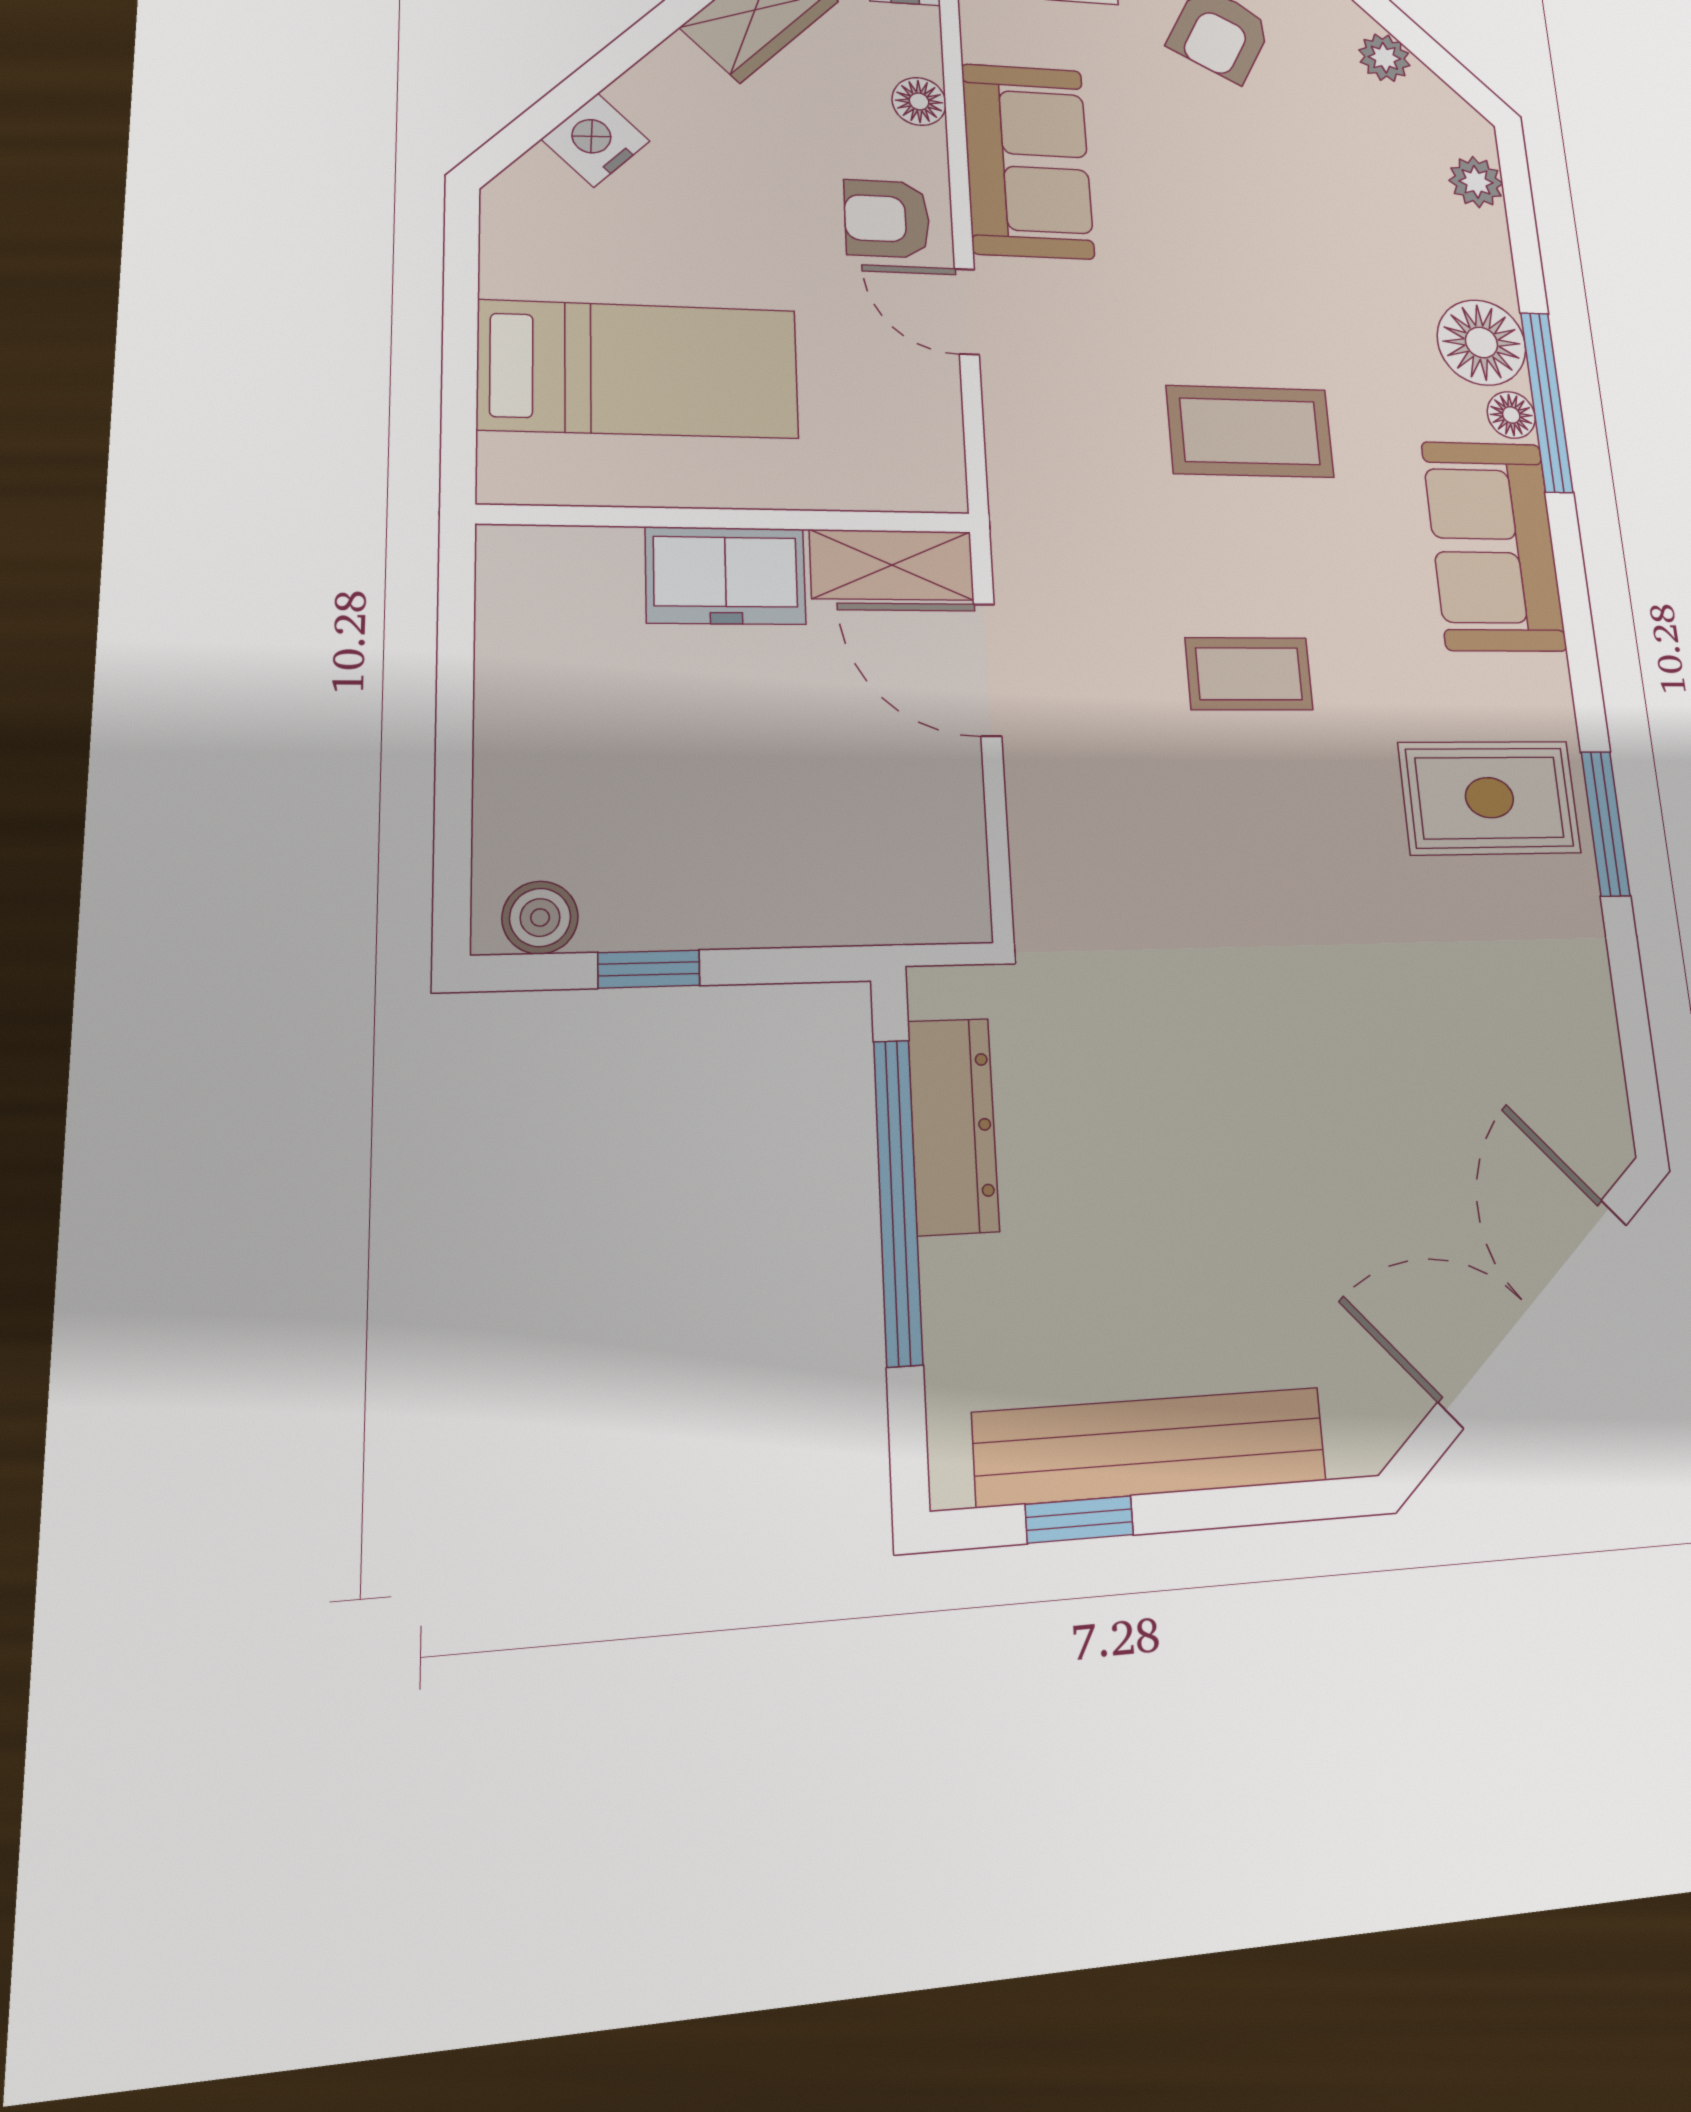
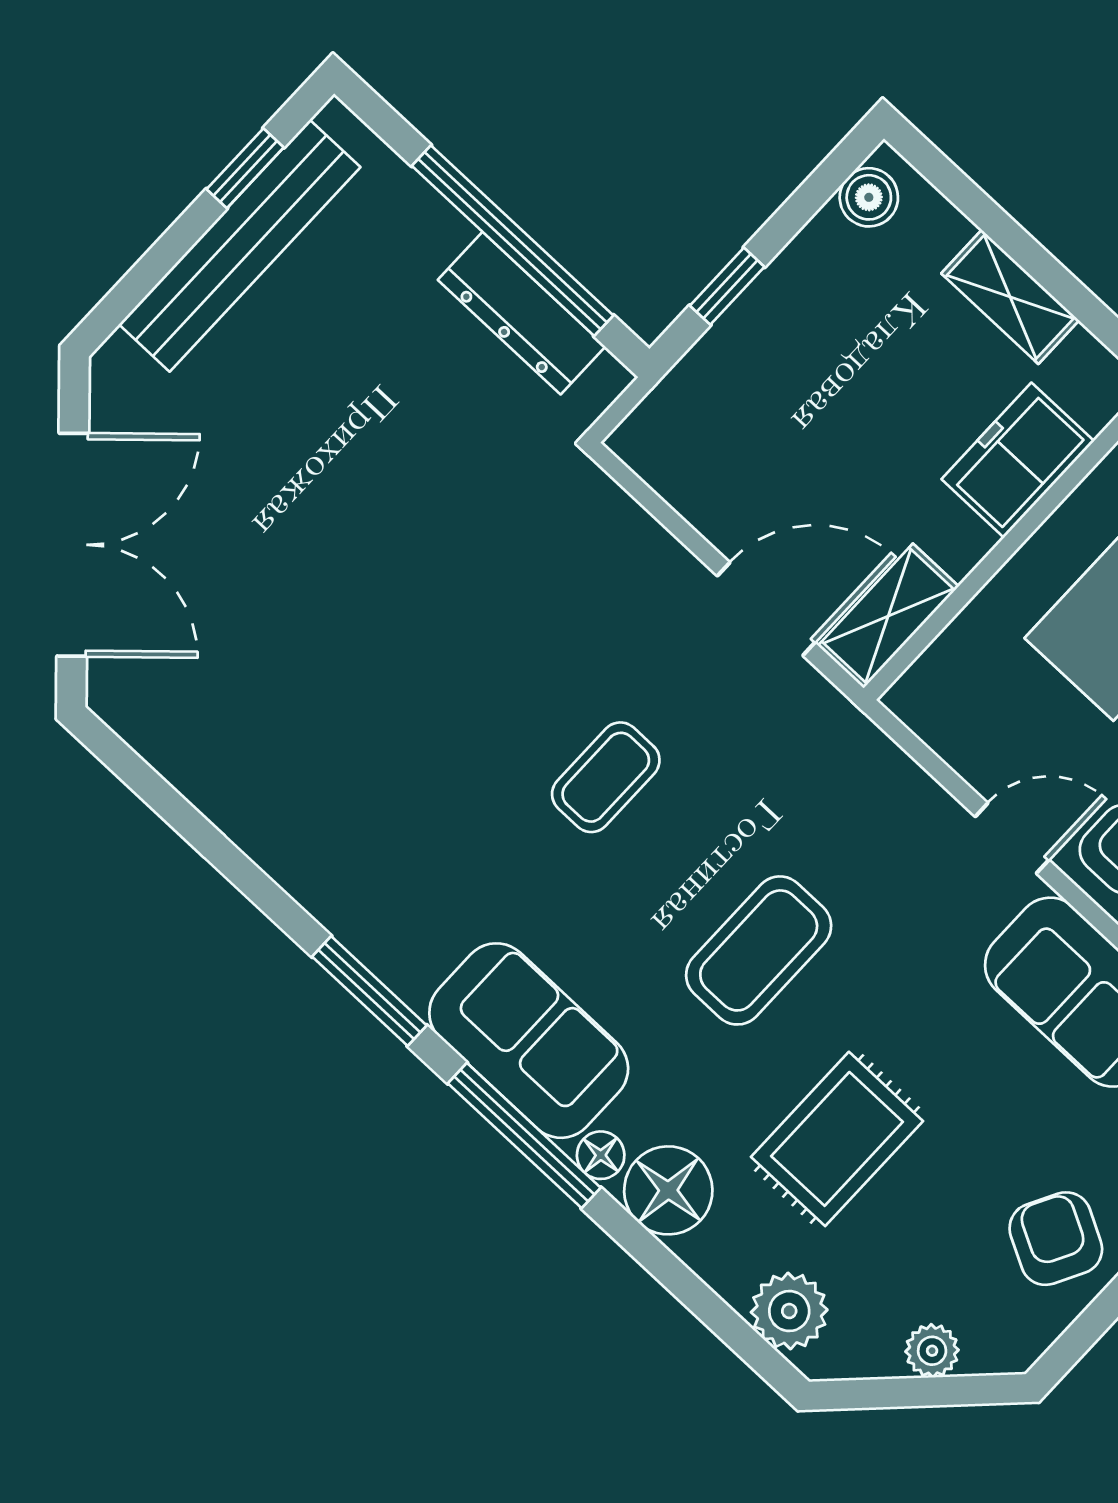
plant: (1476, 182) -> (789, 1311), width x1.38, depth x1.38
window: (1547, 402) -> (524, 1136), moved
freezer: (726, 576) -> (1018, 460), moved
shelving: (511, 709) -> (1010, 297), added
rug: (1489, 798) -> (837, 1139), moved
window: (1605, 823) -> (369, 991), moved
window: (649, 969) -> (727, 286), moved

